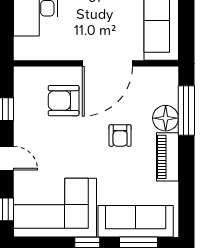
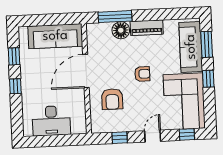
door: (107, 63) -> (86, 71), swing flipped
armchair: (120, 135) -> (142, 74), moved

